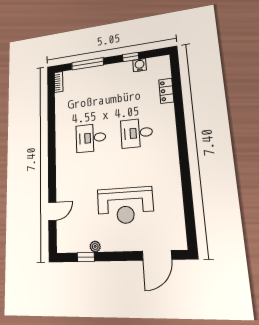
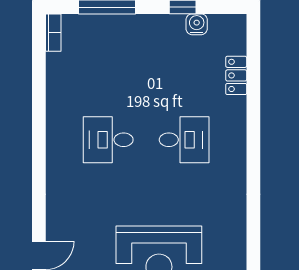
desk: (137, 133) -> (184, 140), turned 180

